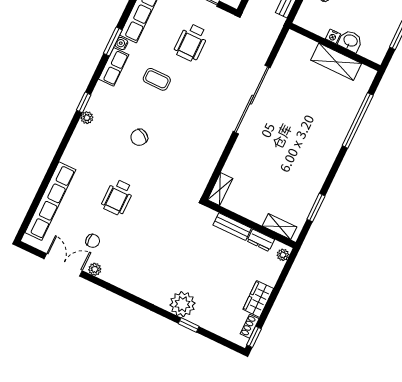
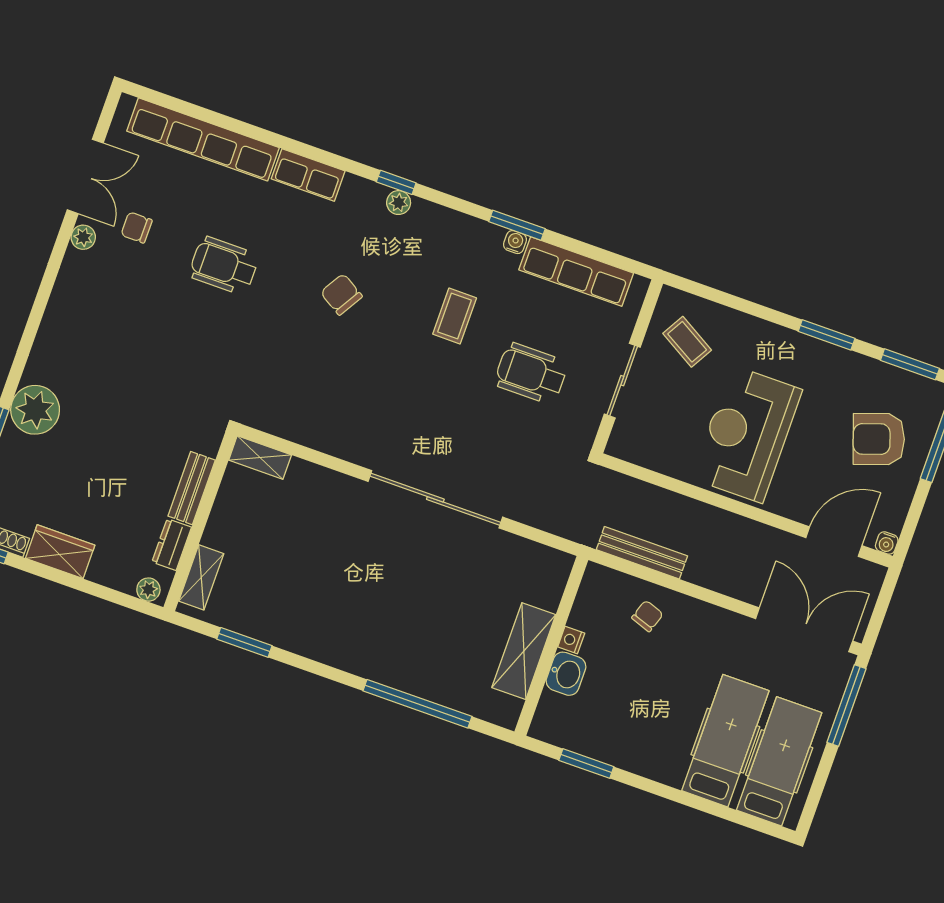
row of seats: (114, 67) -> (308, 175), moved
plant: (87, 118) -> (399, 203), moved
chair: (93, 241) -> (137, 227), turned 90

